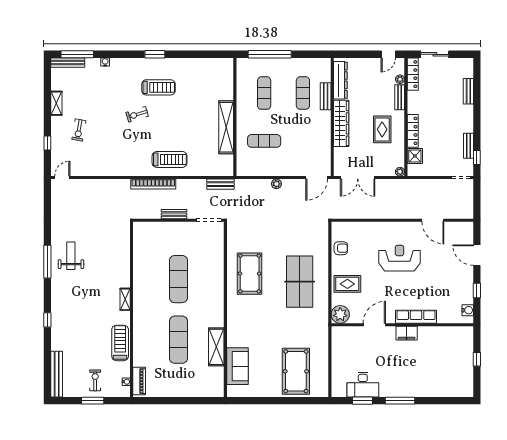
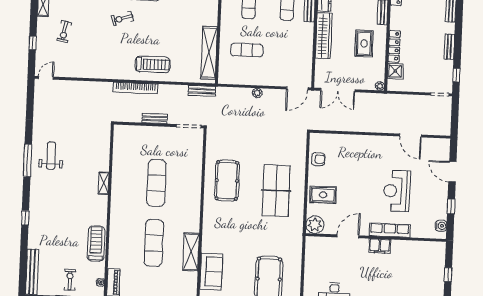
shelving: (226, 127) -> (209, 53), moved
bench: (468, 146) -> (449, 47), moved
reception desk: (399, 258) -> (397, 191), moved, turned -90
shelving: (125, 299) -> (104, 183), moved

